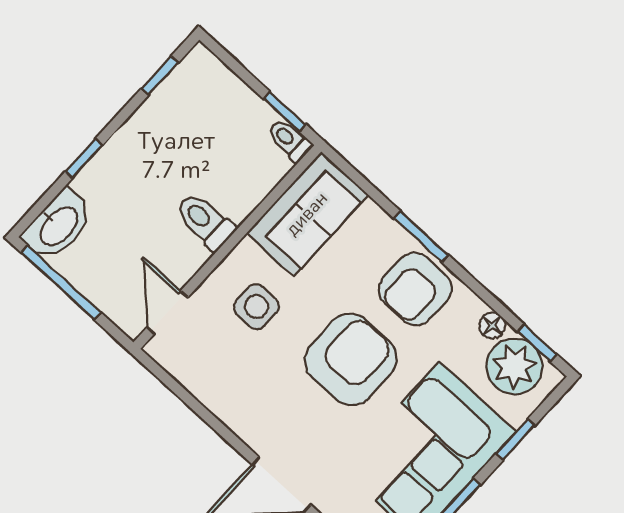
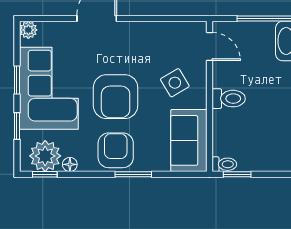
side table: (256, 307) -> (175, 83), turned -31

